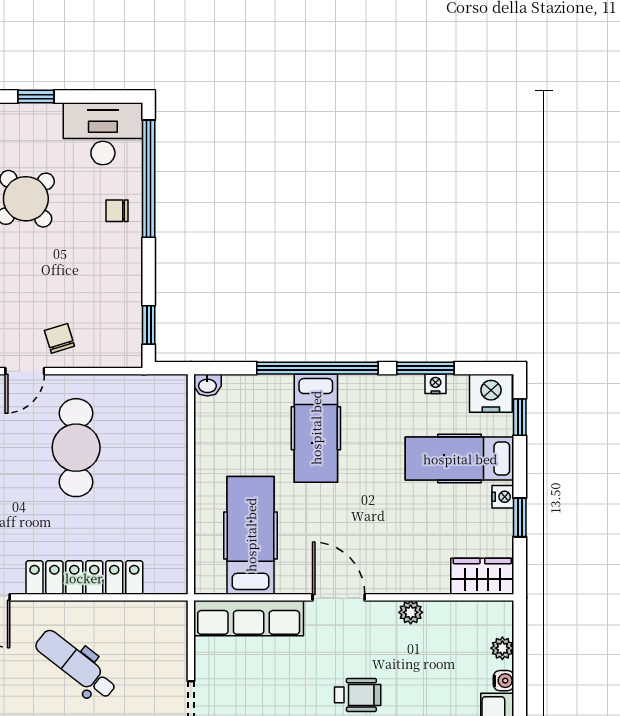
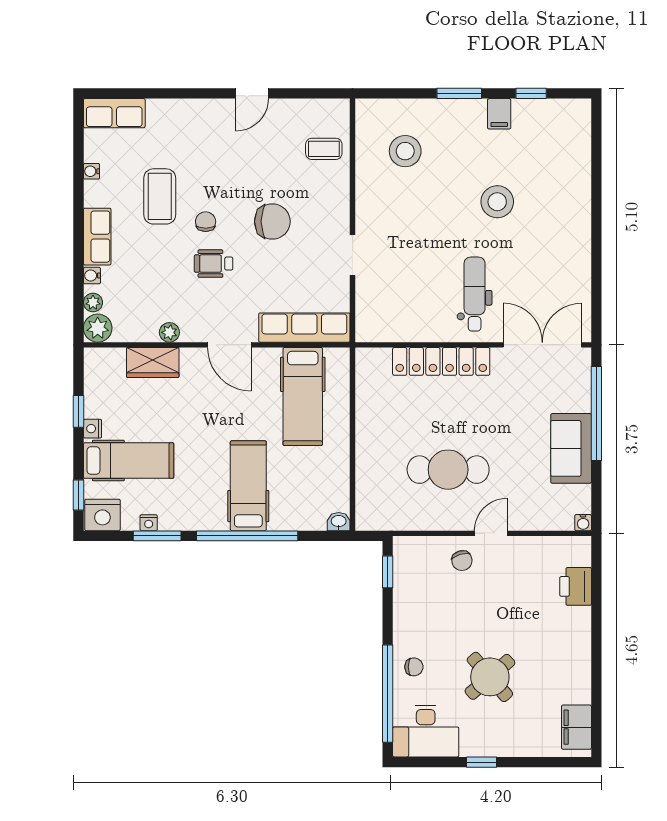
cafe table: (76, 448) -> (448, 470), turned 90
wardrobe: (482, 576) -> (153, 362), moved
plant: (497, 617) -> (98, 328), added
dental chair: (76, 665) -> (475, 294), moved, turned -128

